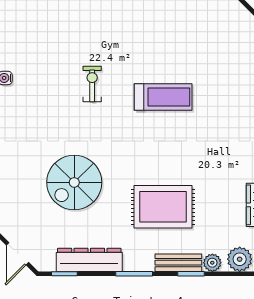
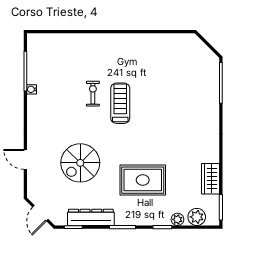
treadmill: (163, 97) -> (120, 103), moved, turned -90
bench: (178, 263) -> (154, 219), removed

